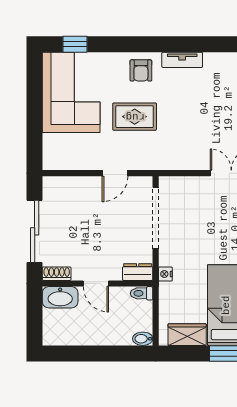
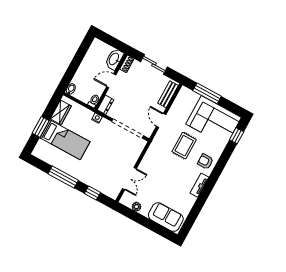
window: (35, 125) -> (207, 93), added
bench: (69, 185) -> (168, 94), added
sliding door: (35, 231) -> (154, 64), width x0.73

